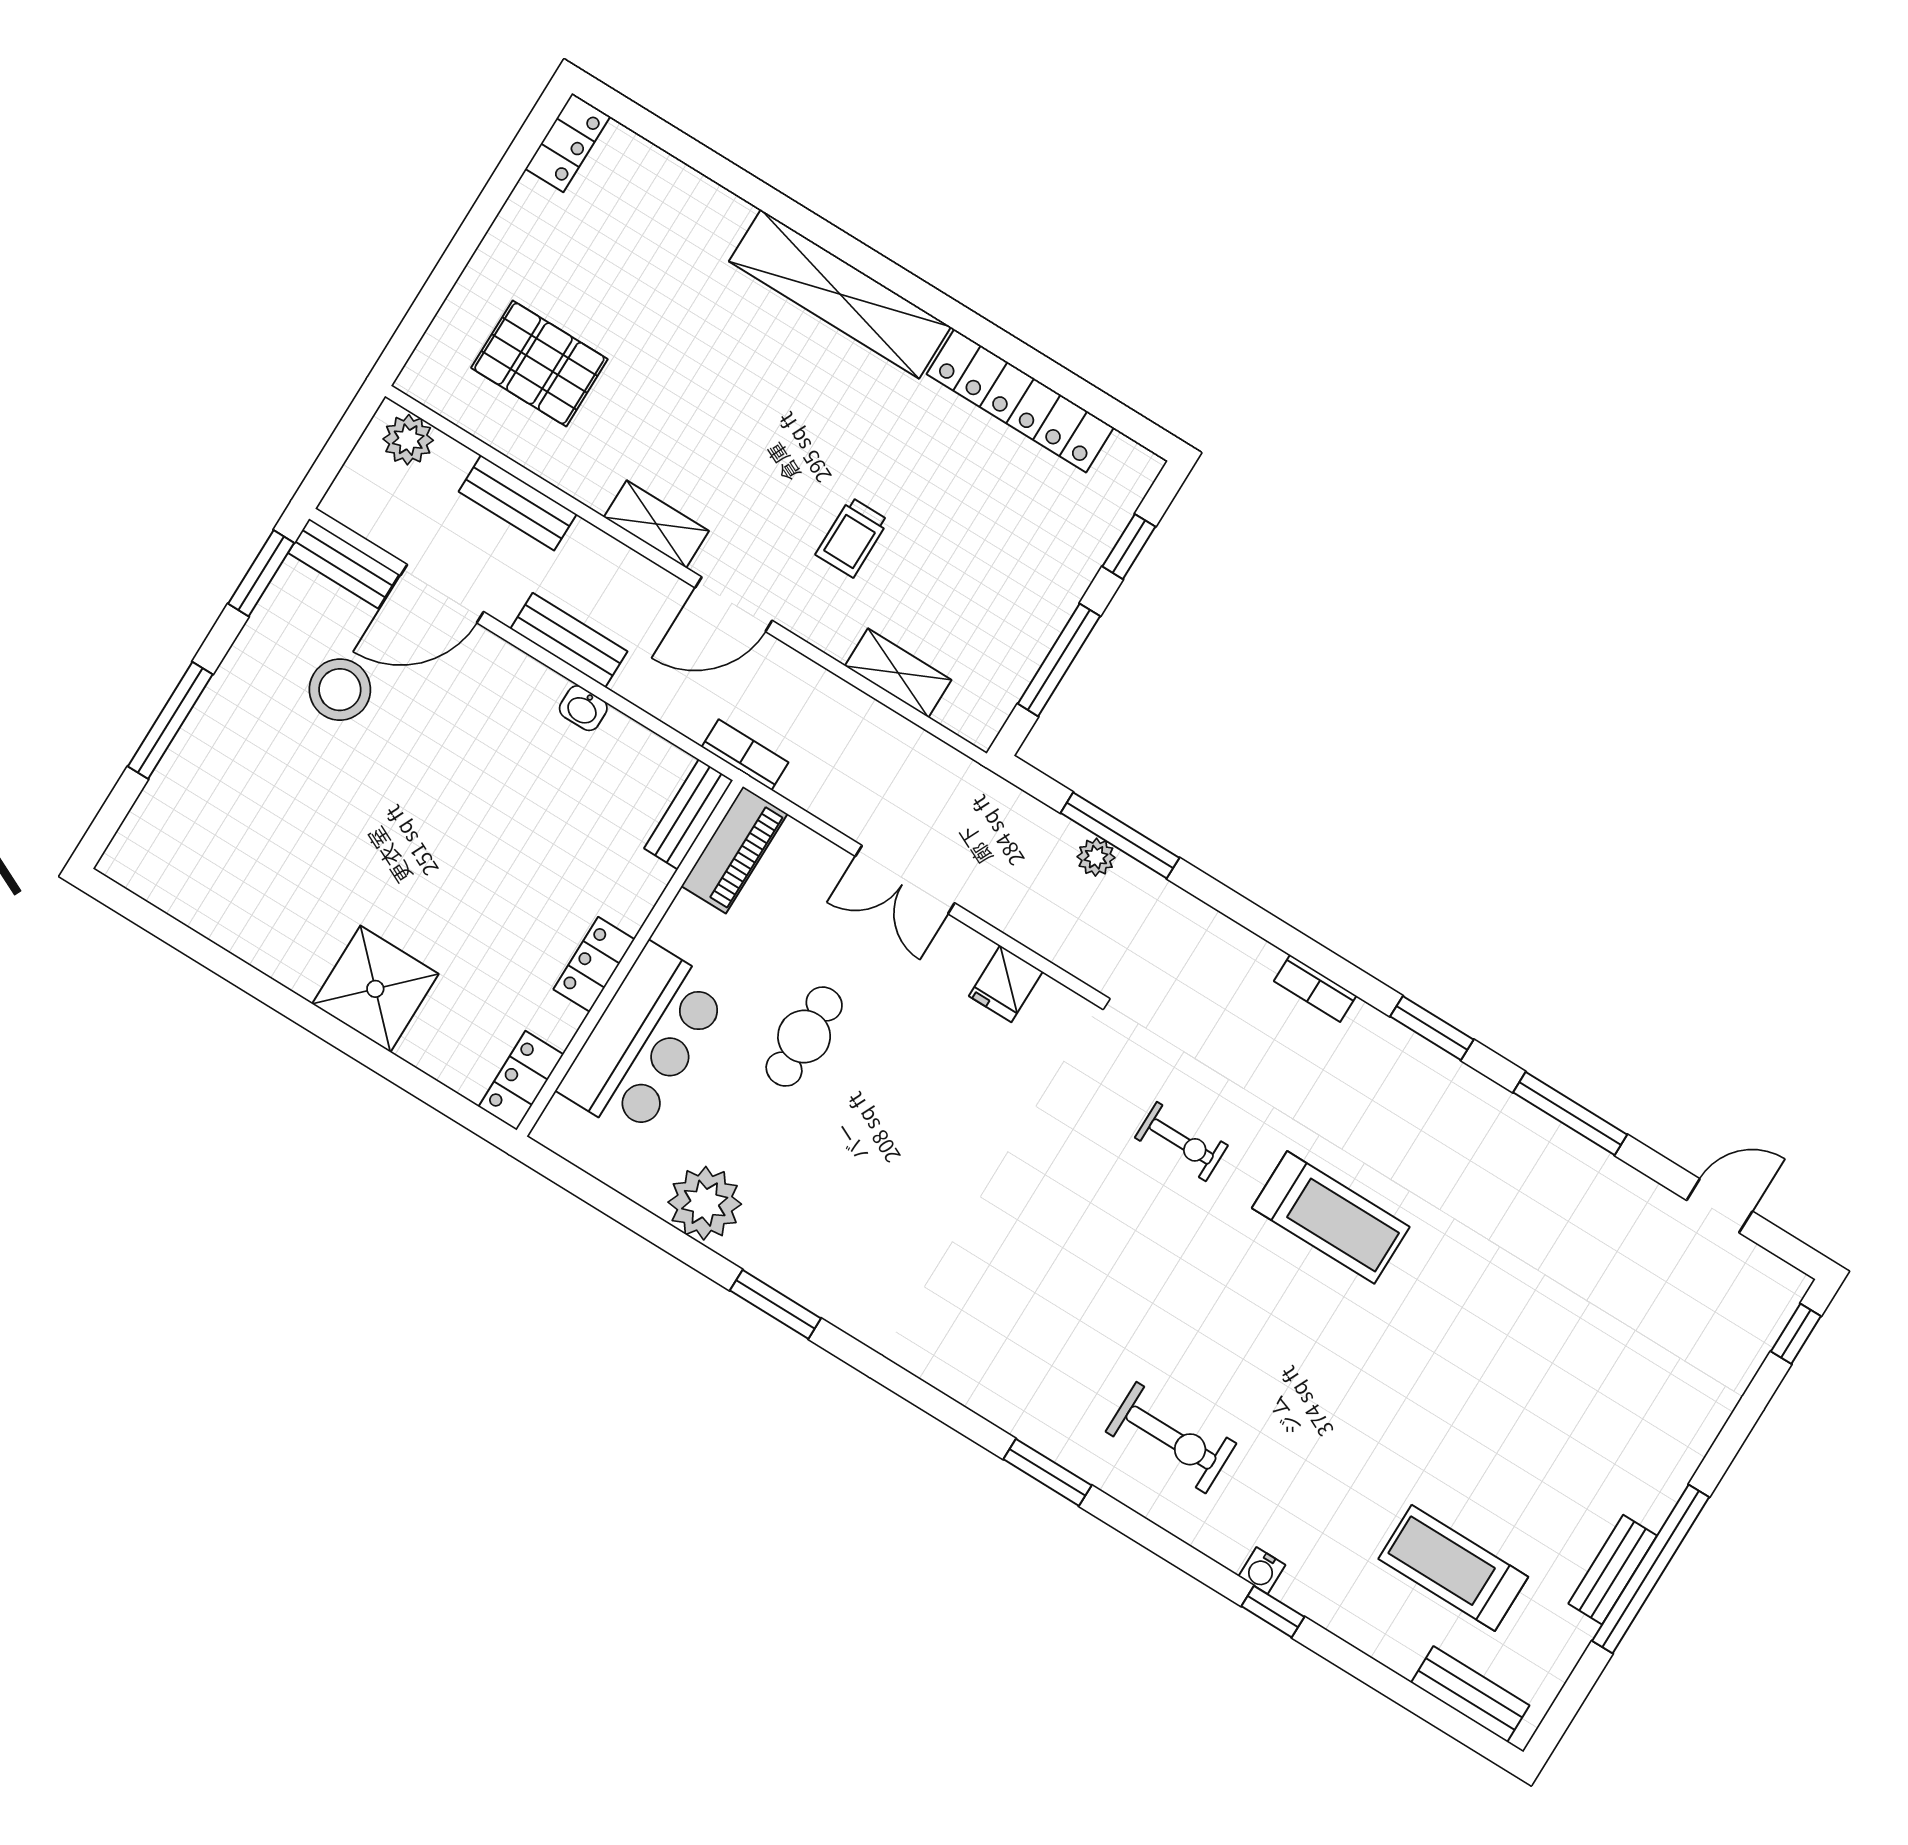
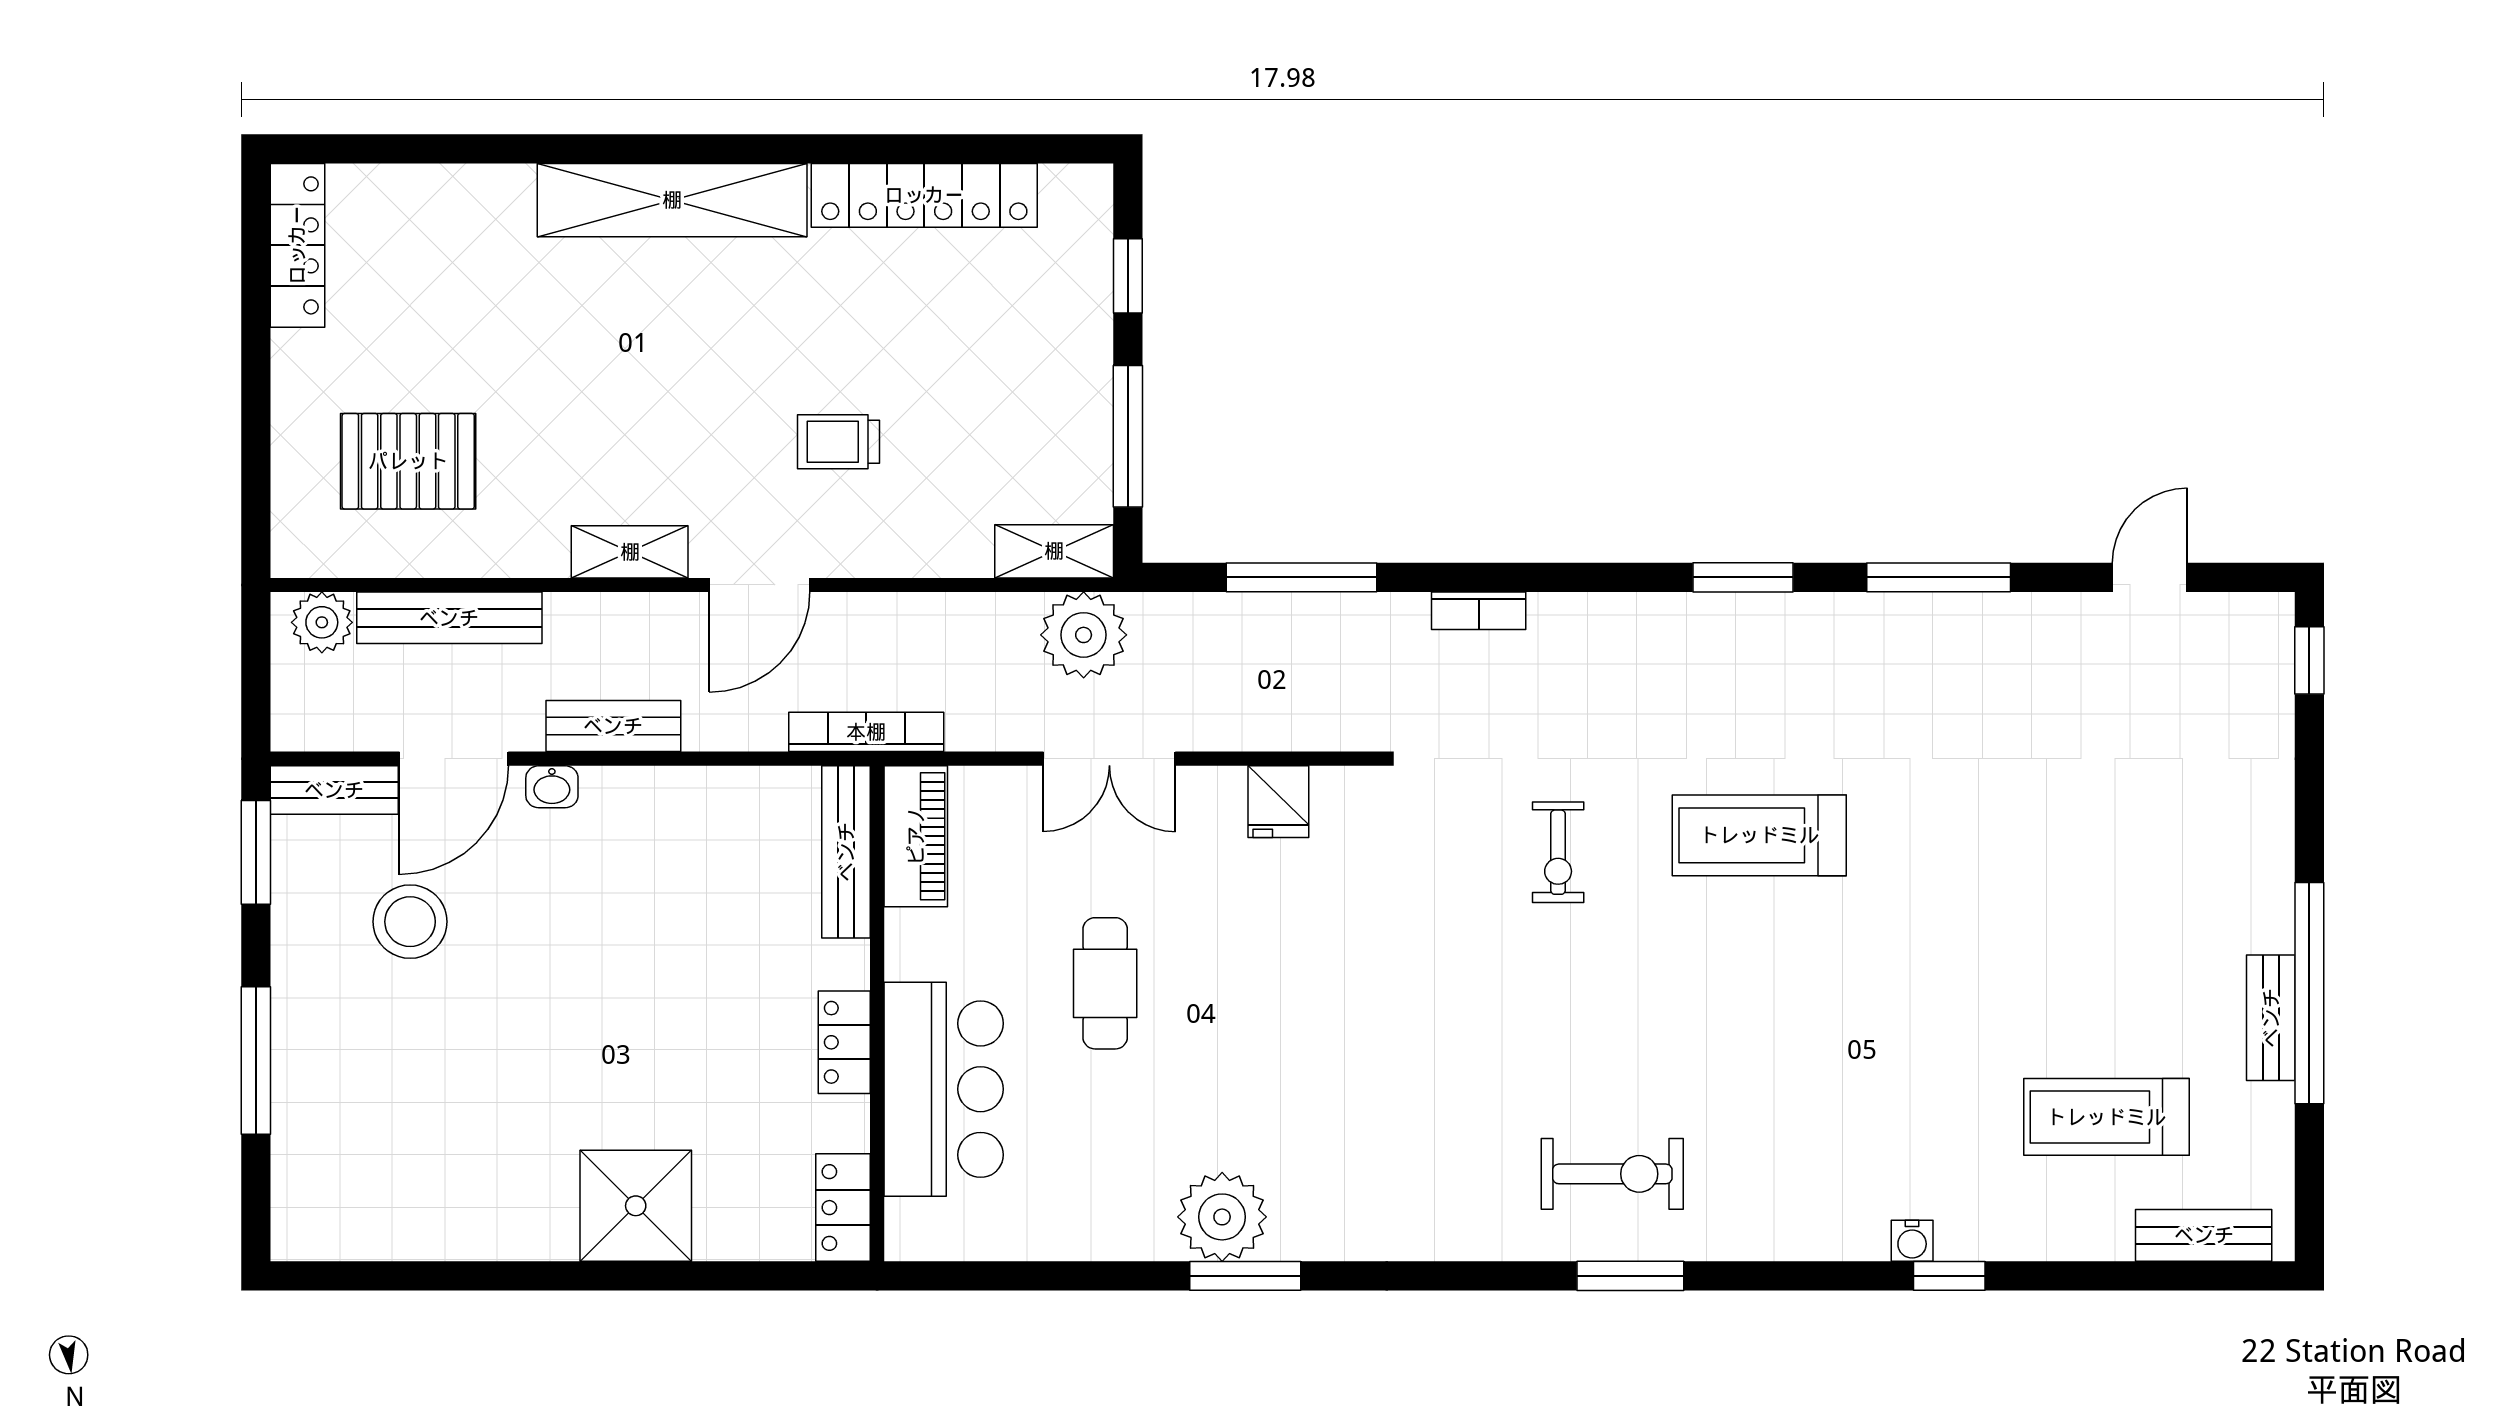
locker: (568, 143) -> (297, 245), width x1.53
bench: (518, 503) -> (449, 618), width x1.36
trolley: (852, 537) -> (838, 442), turned 90
shelving: (898, 673) -> (1054, 551), moved
washbasin: (583, 708) -> (552, 787), moved
bookcase: (745, 755) -> (866, 732), width x1.56
bench: (688, 814) -> (846, 852), width x1.36
plant: (1096, 857) -> (1084, 635), moved, width x1.87, depth x1.87
bookcase: (1315, 988) -> (1479, 611), moved
exercise bike: (1181, 1142) -> (1558, 852), turned 90
plant: (705, 1203) -> (1222, 1217), moved
treadmill: (1331, 1217) -> (1759, 835), turned 180
exercise bike: (1171, 1438) -> (1612, 1174), moved

